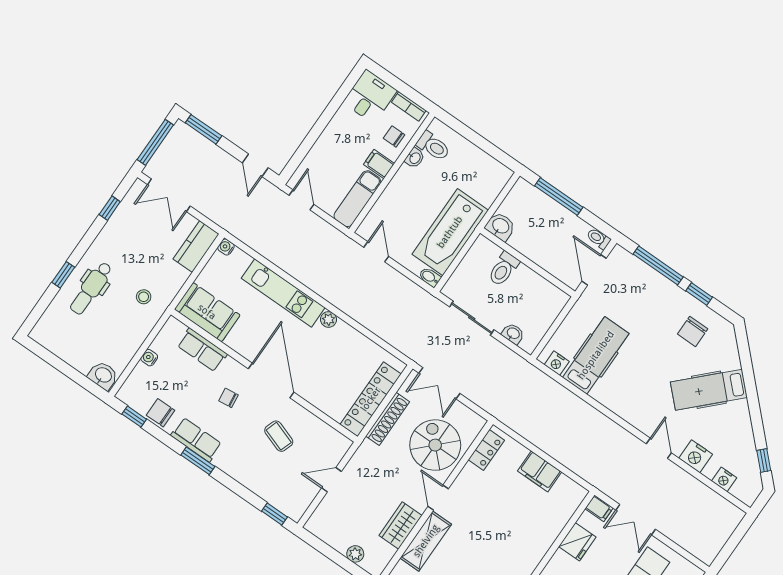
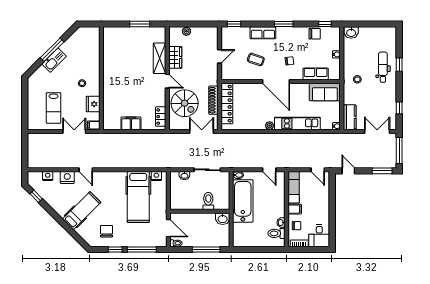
hospital bed: (596, 355) -> (138, 197), width x1.37, depth x1.29
row of seats: (196, 440) -> (263, 33), moved

